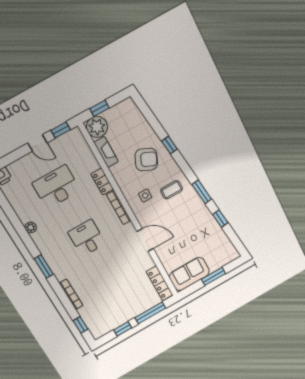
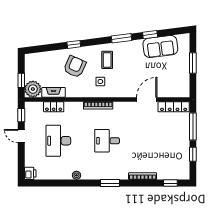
door: (37, 143) -> (21, 136), swing flipped
locker: (102, 182) -> (54, 107), moved
door: (145, 240) -> (147, 99), moved
sofa: (189, 274) -> (160, 46), moved, turned -97

